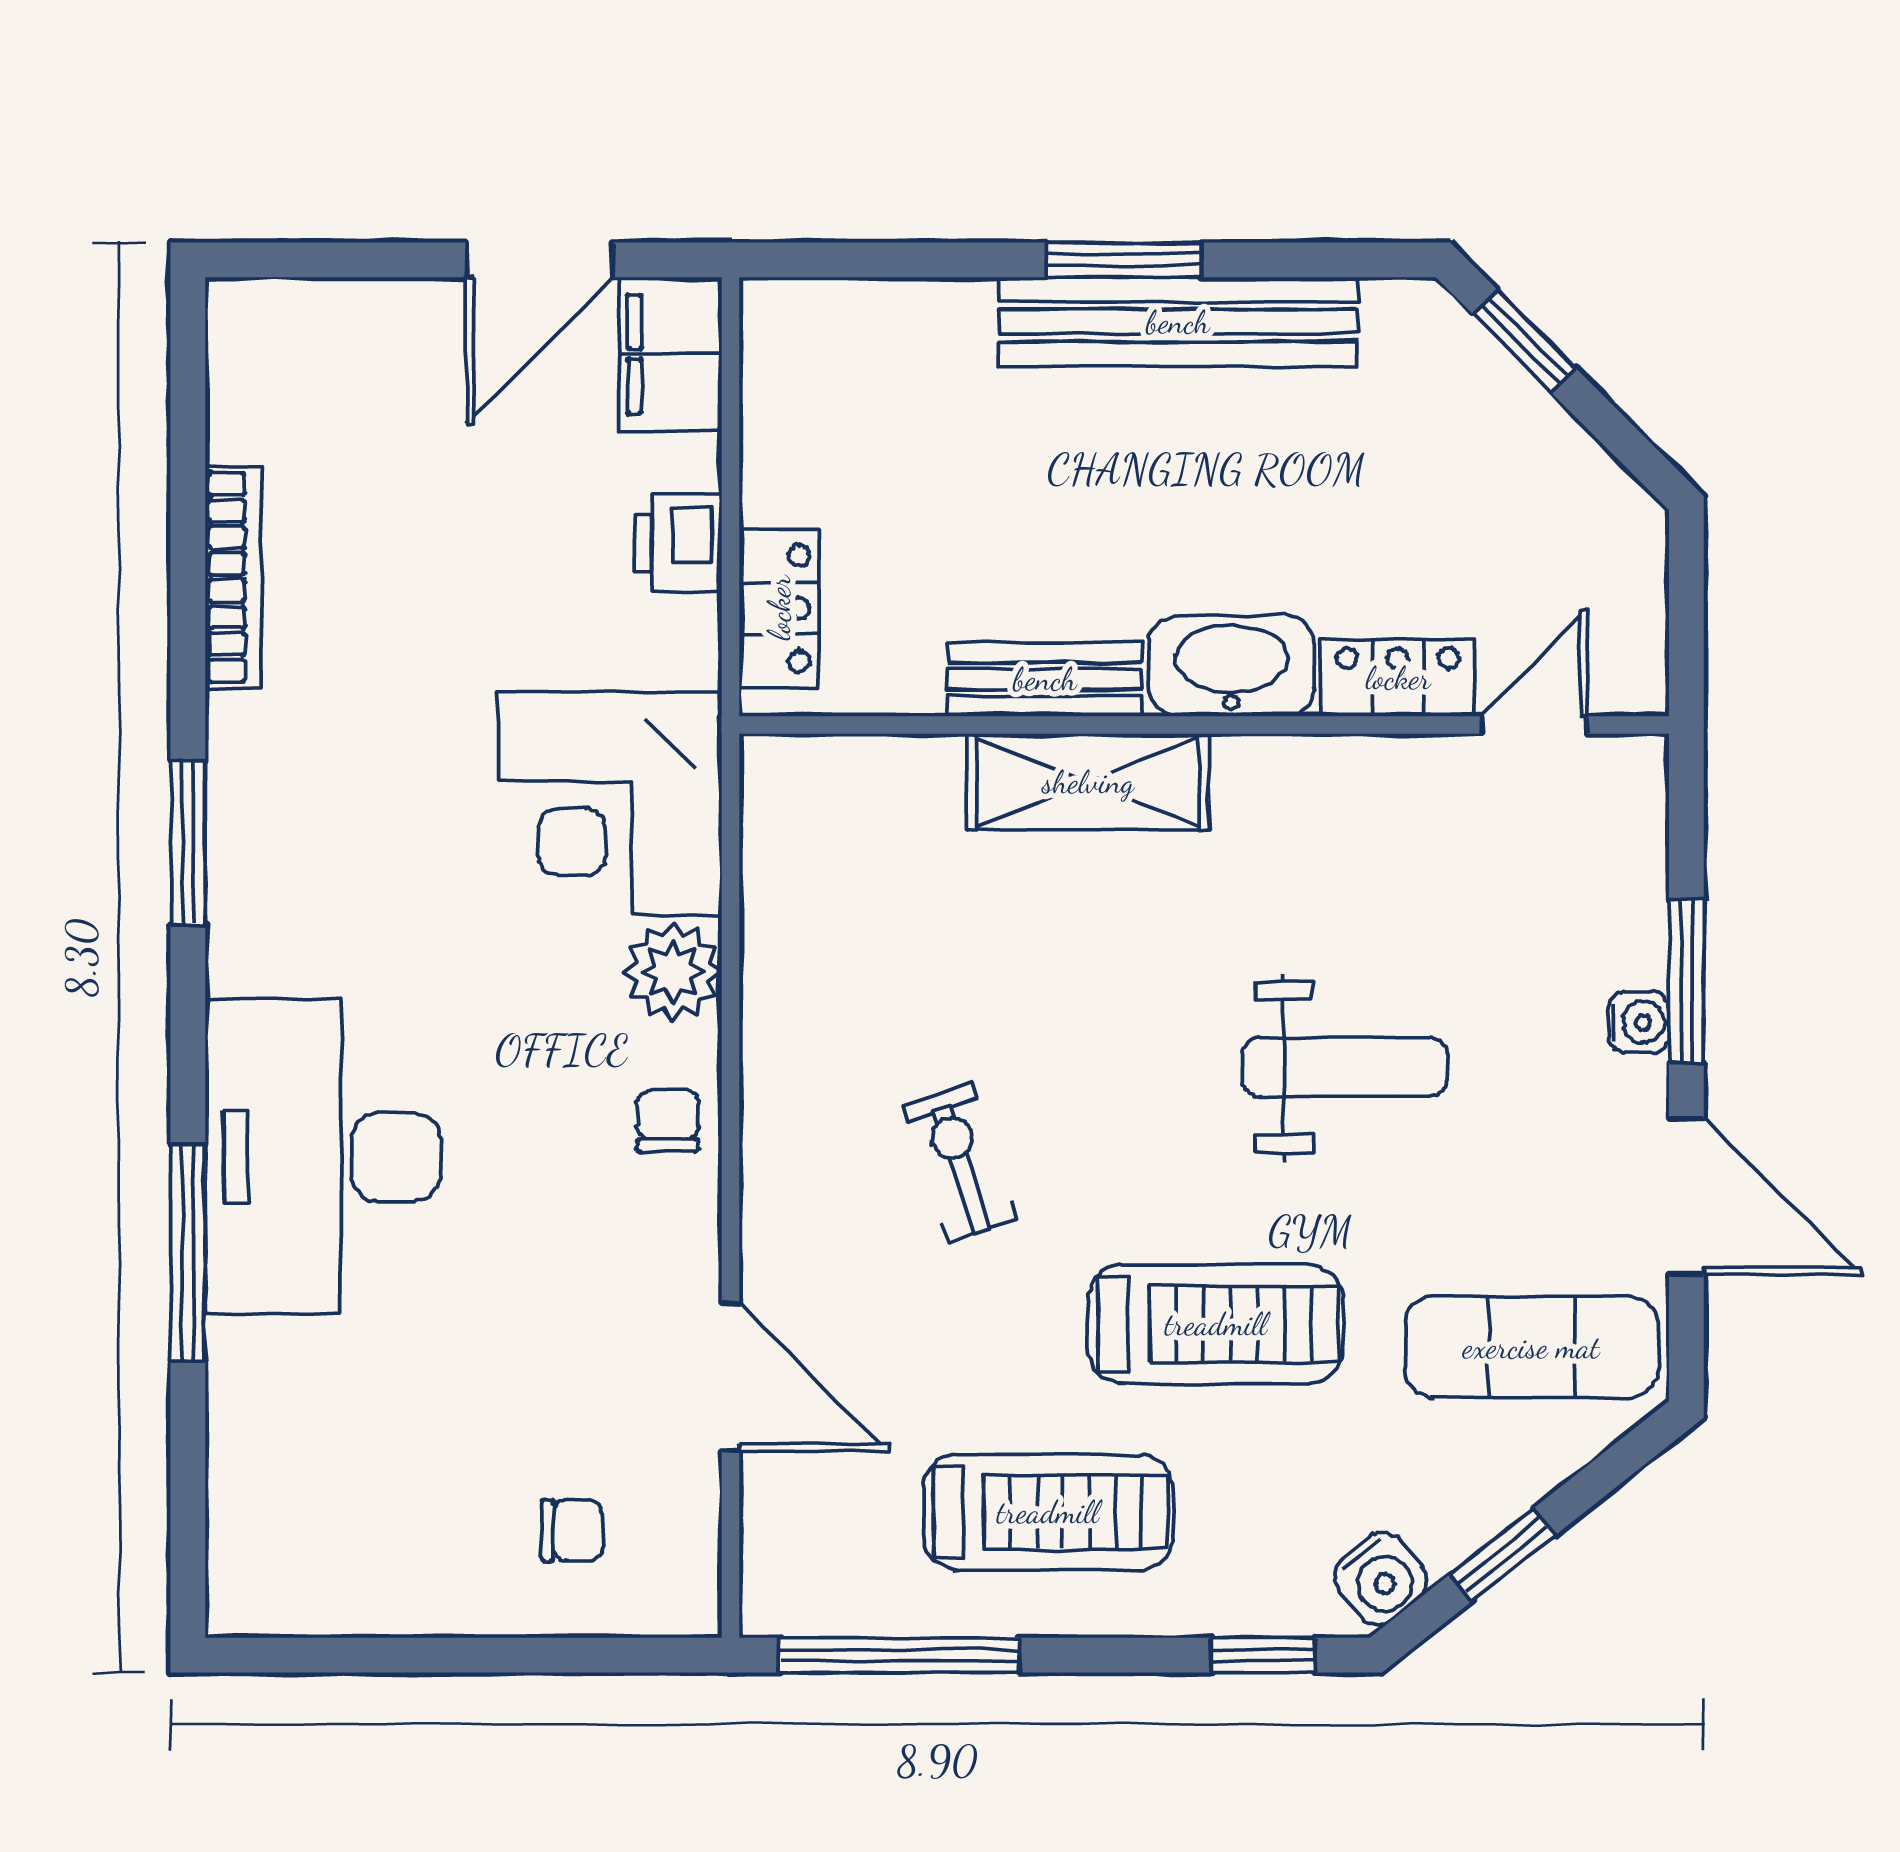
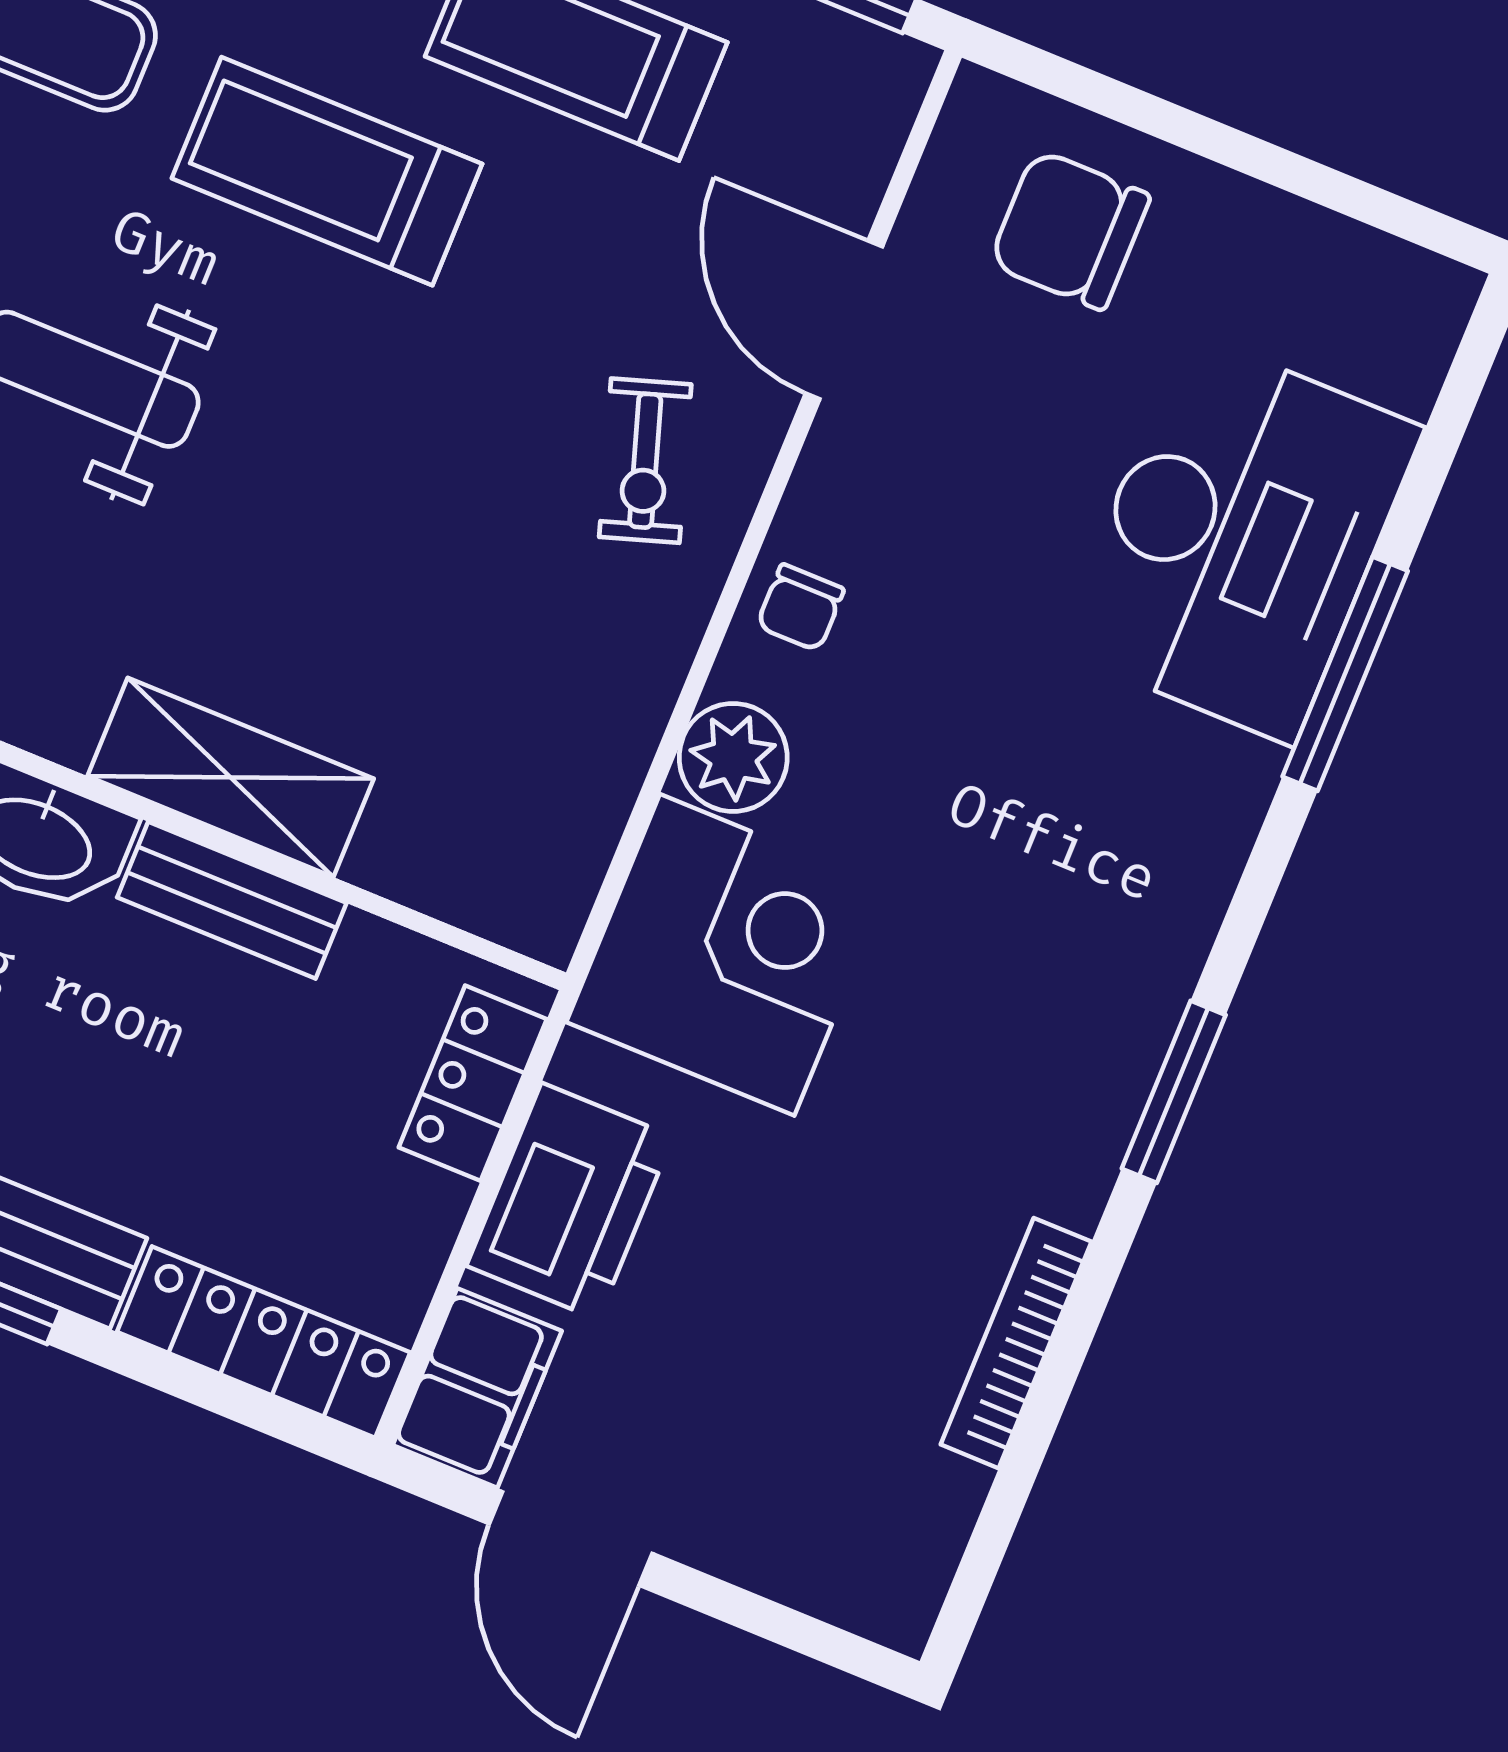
door: (540, 260) -> (571, 1539), swing flipped
locker: (866, 319) -> (264, 1342), added
printer: (678, 543) -> (570, 1201), width x1.87, depth x1.48
desk: (323, 1157) -> (1240, 539), moved
exercise bike: (960, 1163) -> (645, 461), moved
chair: (572, 1530) -> (1070, 230), width x1.87, depth x1.87

